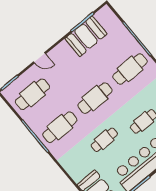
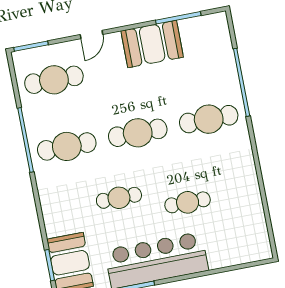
booth: (86, 36) -> (152, 44), moved
door: (39, 58) -> (91, 35), hinge flipped

